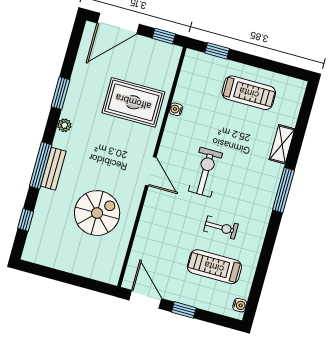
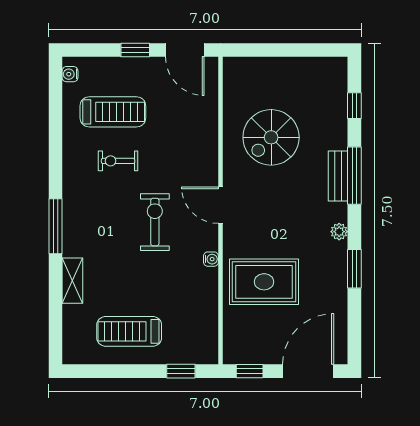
water cooler: (176, 109) -> (211, 259), moved
exercise bike: (205, 172) -> (155, 222), turned 180

